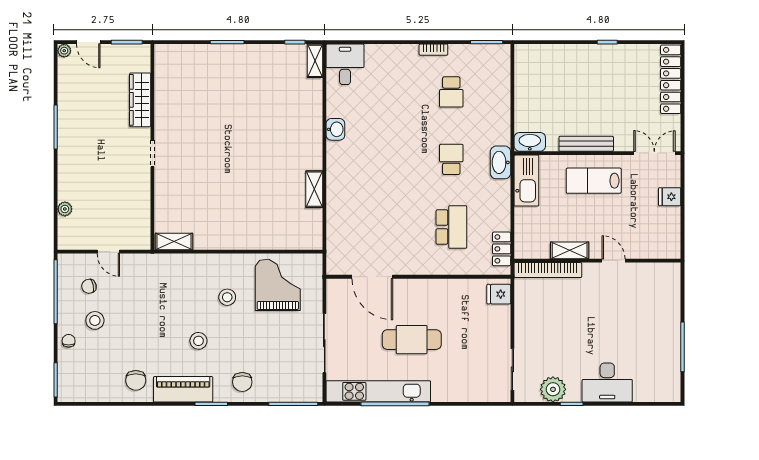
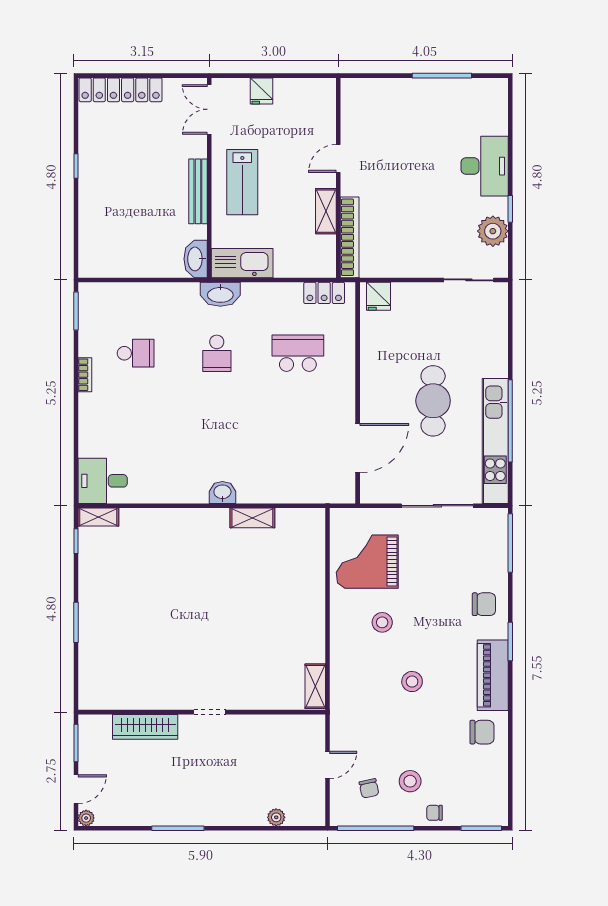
washbasin: (335, 129) -> (222, 492), moved
school desk: (451, 159) -> (217, 353), turned -90
stool: (198, 341) -> (412, 682), moved

